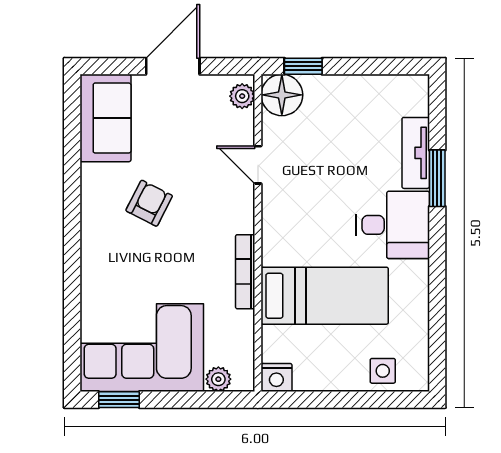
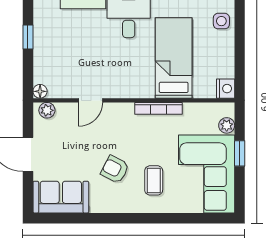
window: (303, 66) -> (28, 37), moved
floor lamp: (282, 95) -> (40, 91), width x0.53, depth x0.53
coffee table: (132, 264) -> (154, 180), added
window: (119, 400) -> (240, 153), moved

